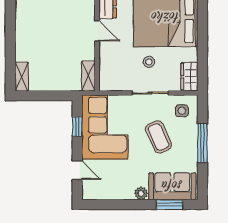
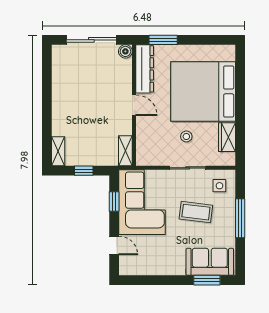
wardrobe: (189, 77) -> (227, 137), moved
window: (47, 96) -> (84, 171), added
coffee table: (158, 137) -> (196, 212), turned -58
plant: (141, 193) -> (178, 269), removed

